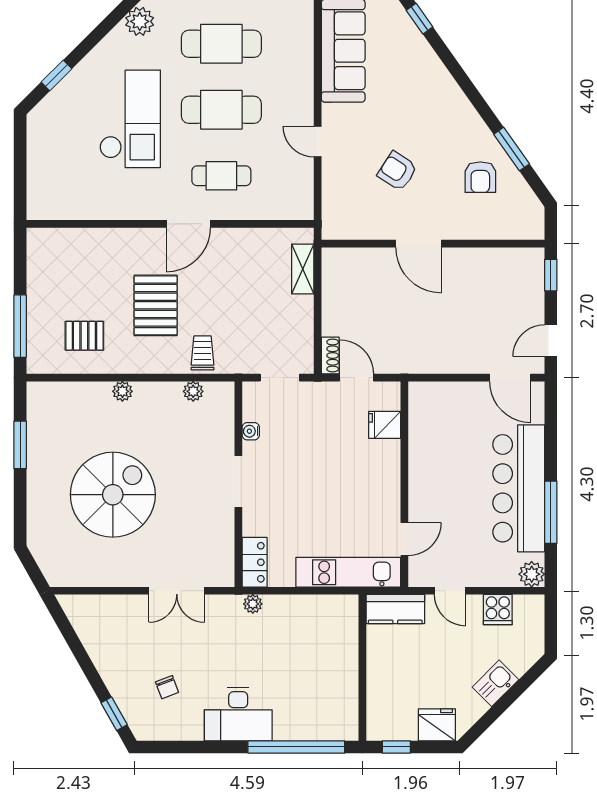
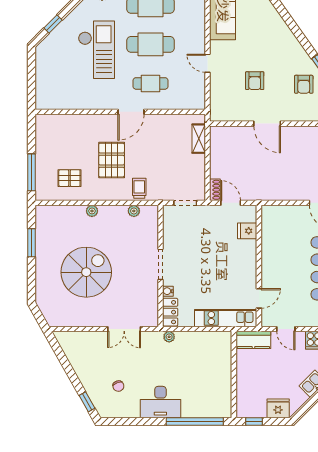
armchair: (397, 171) -> (255, 81), turned -123
water cooler: (251, 431) -> (168, 291), moved

